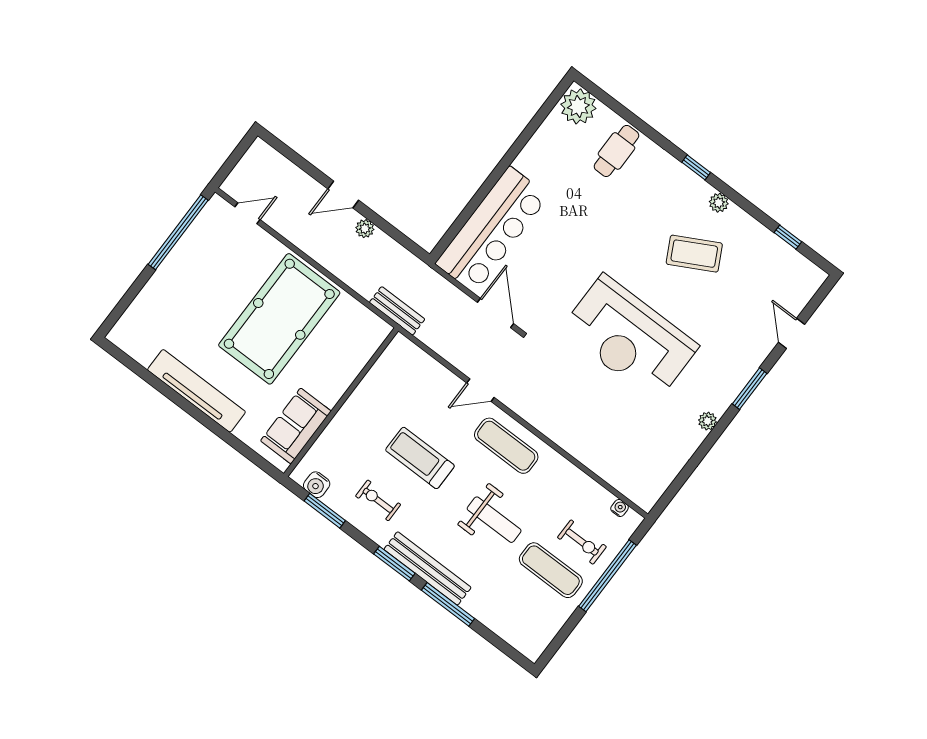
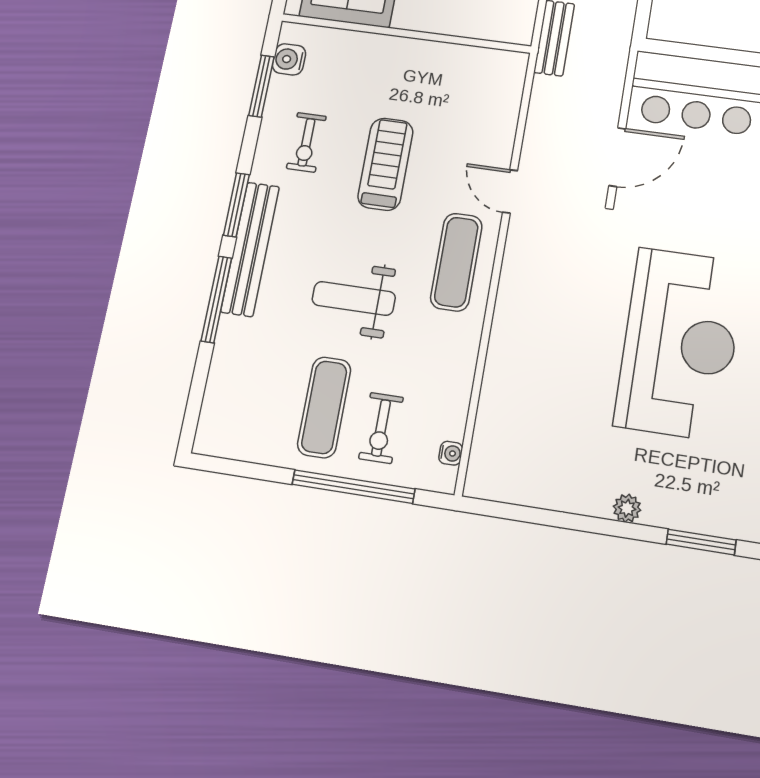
reception desk: (630, 338) -> (680, 343), turned 180
exercise bike: (378, 500) -> (306, 142), turned 180
weight bench: (494, 520) -> (354, 298), turned 90

